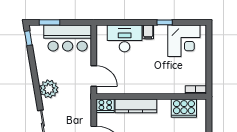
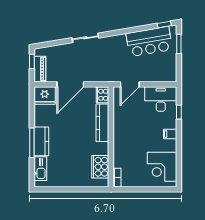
window: (165, 22) -> (179, 112), moved
bar counter: (68, 38) -> (149, 42), moved, turned -100
desk: (125, 38) -> (161, 99), moved, turned -90
plant: (49, 89) -> (118, 43), removed

